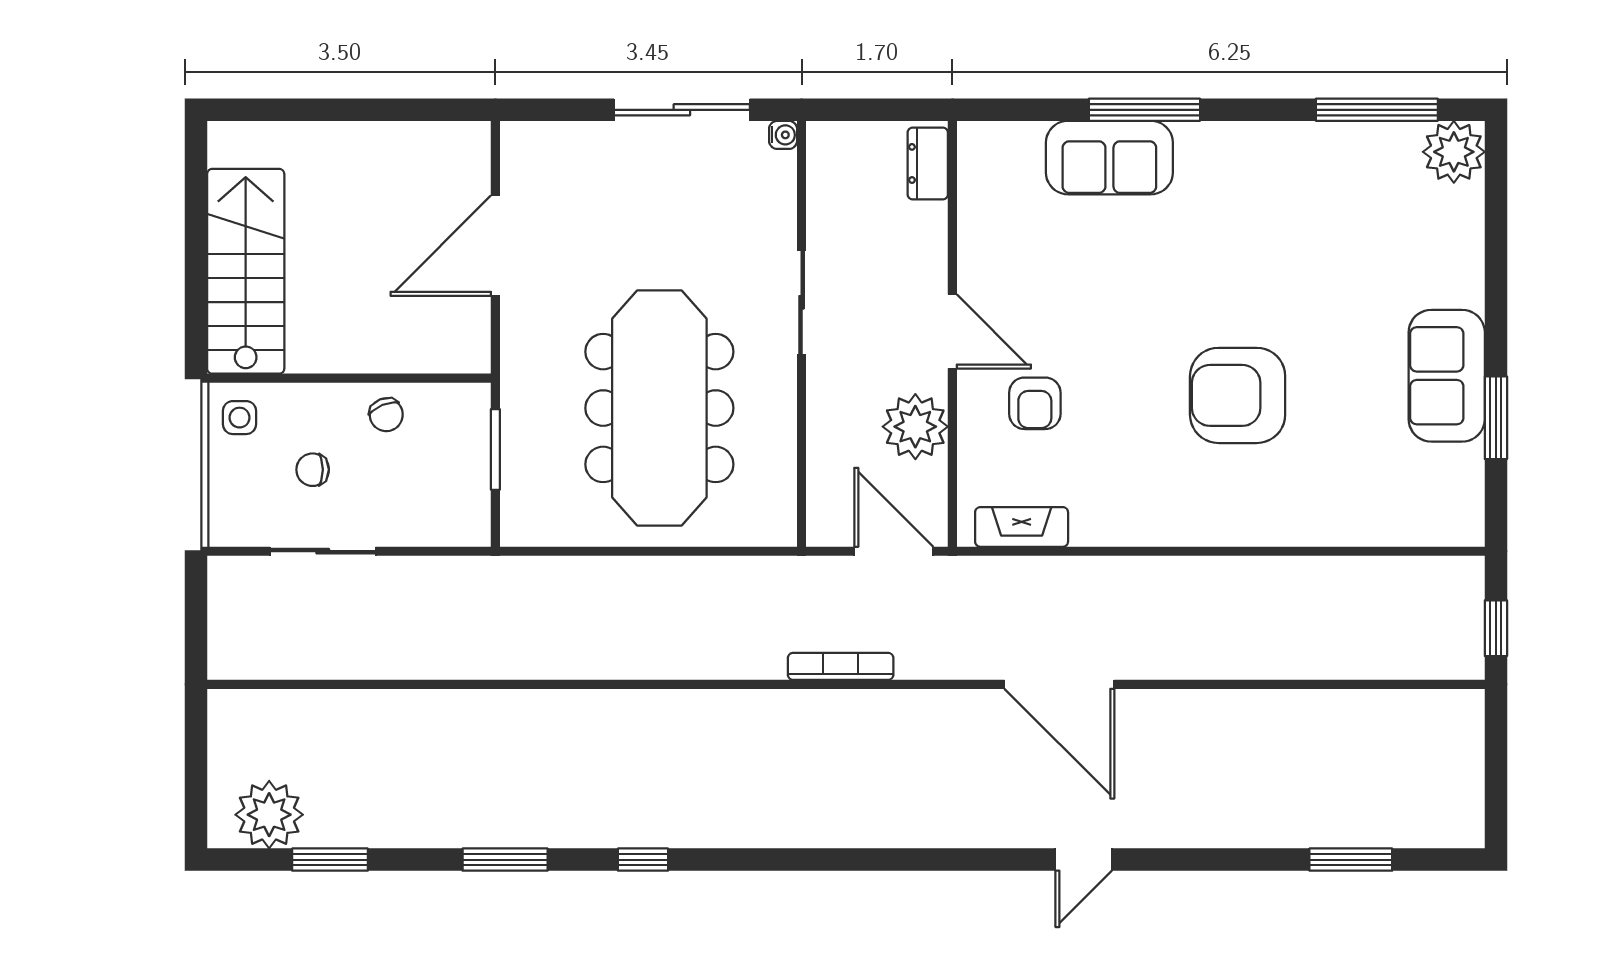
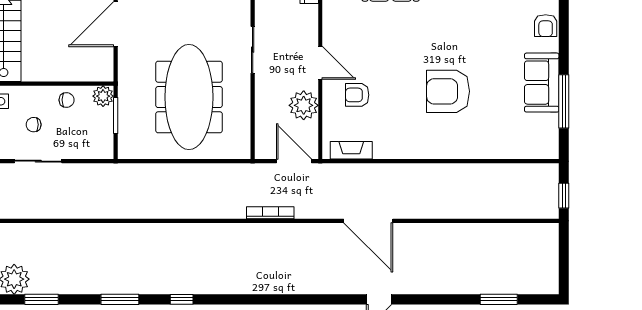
armchair: (1455, 249) -> (546, 26), added
armchair: (1035, 403) -> (357, 95), turned 90
plant: (468, 406) -> (103, 96), added
chair: (386, 415) -> (67, 100), turned -68
window: (1496, 418) -> (564, 101), width x1.44

